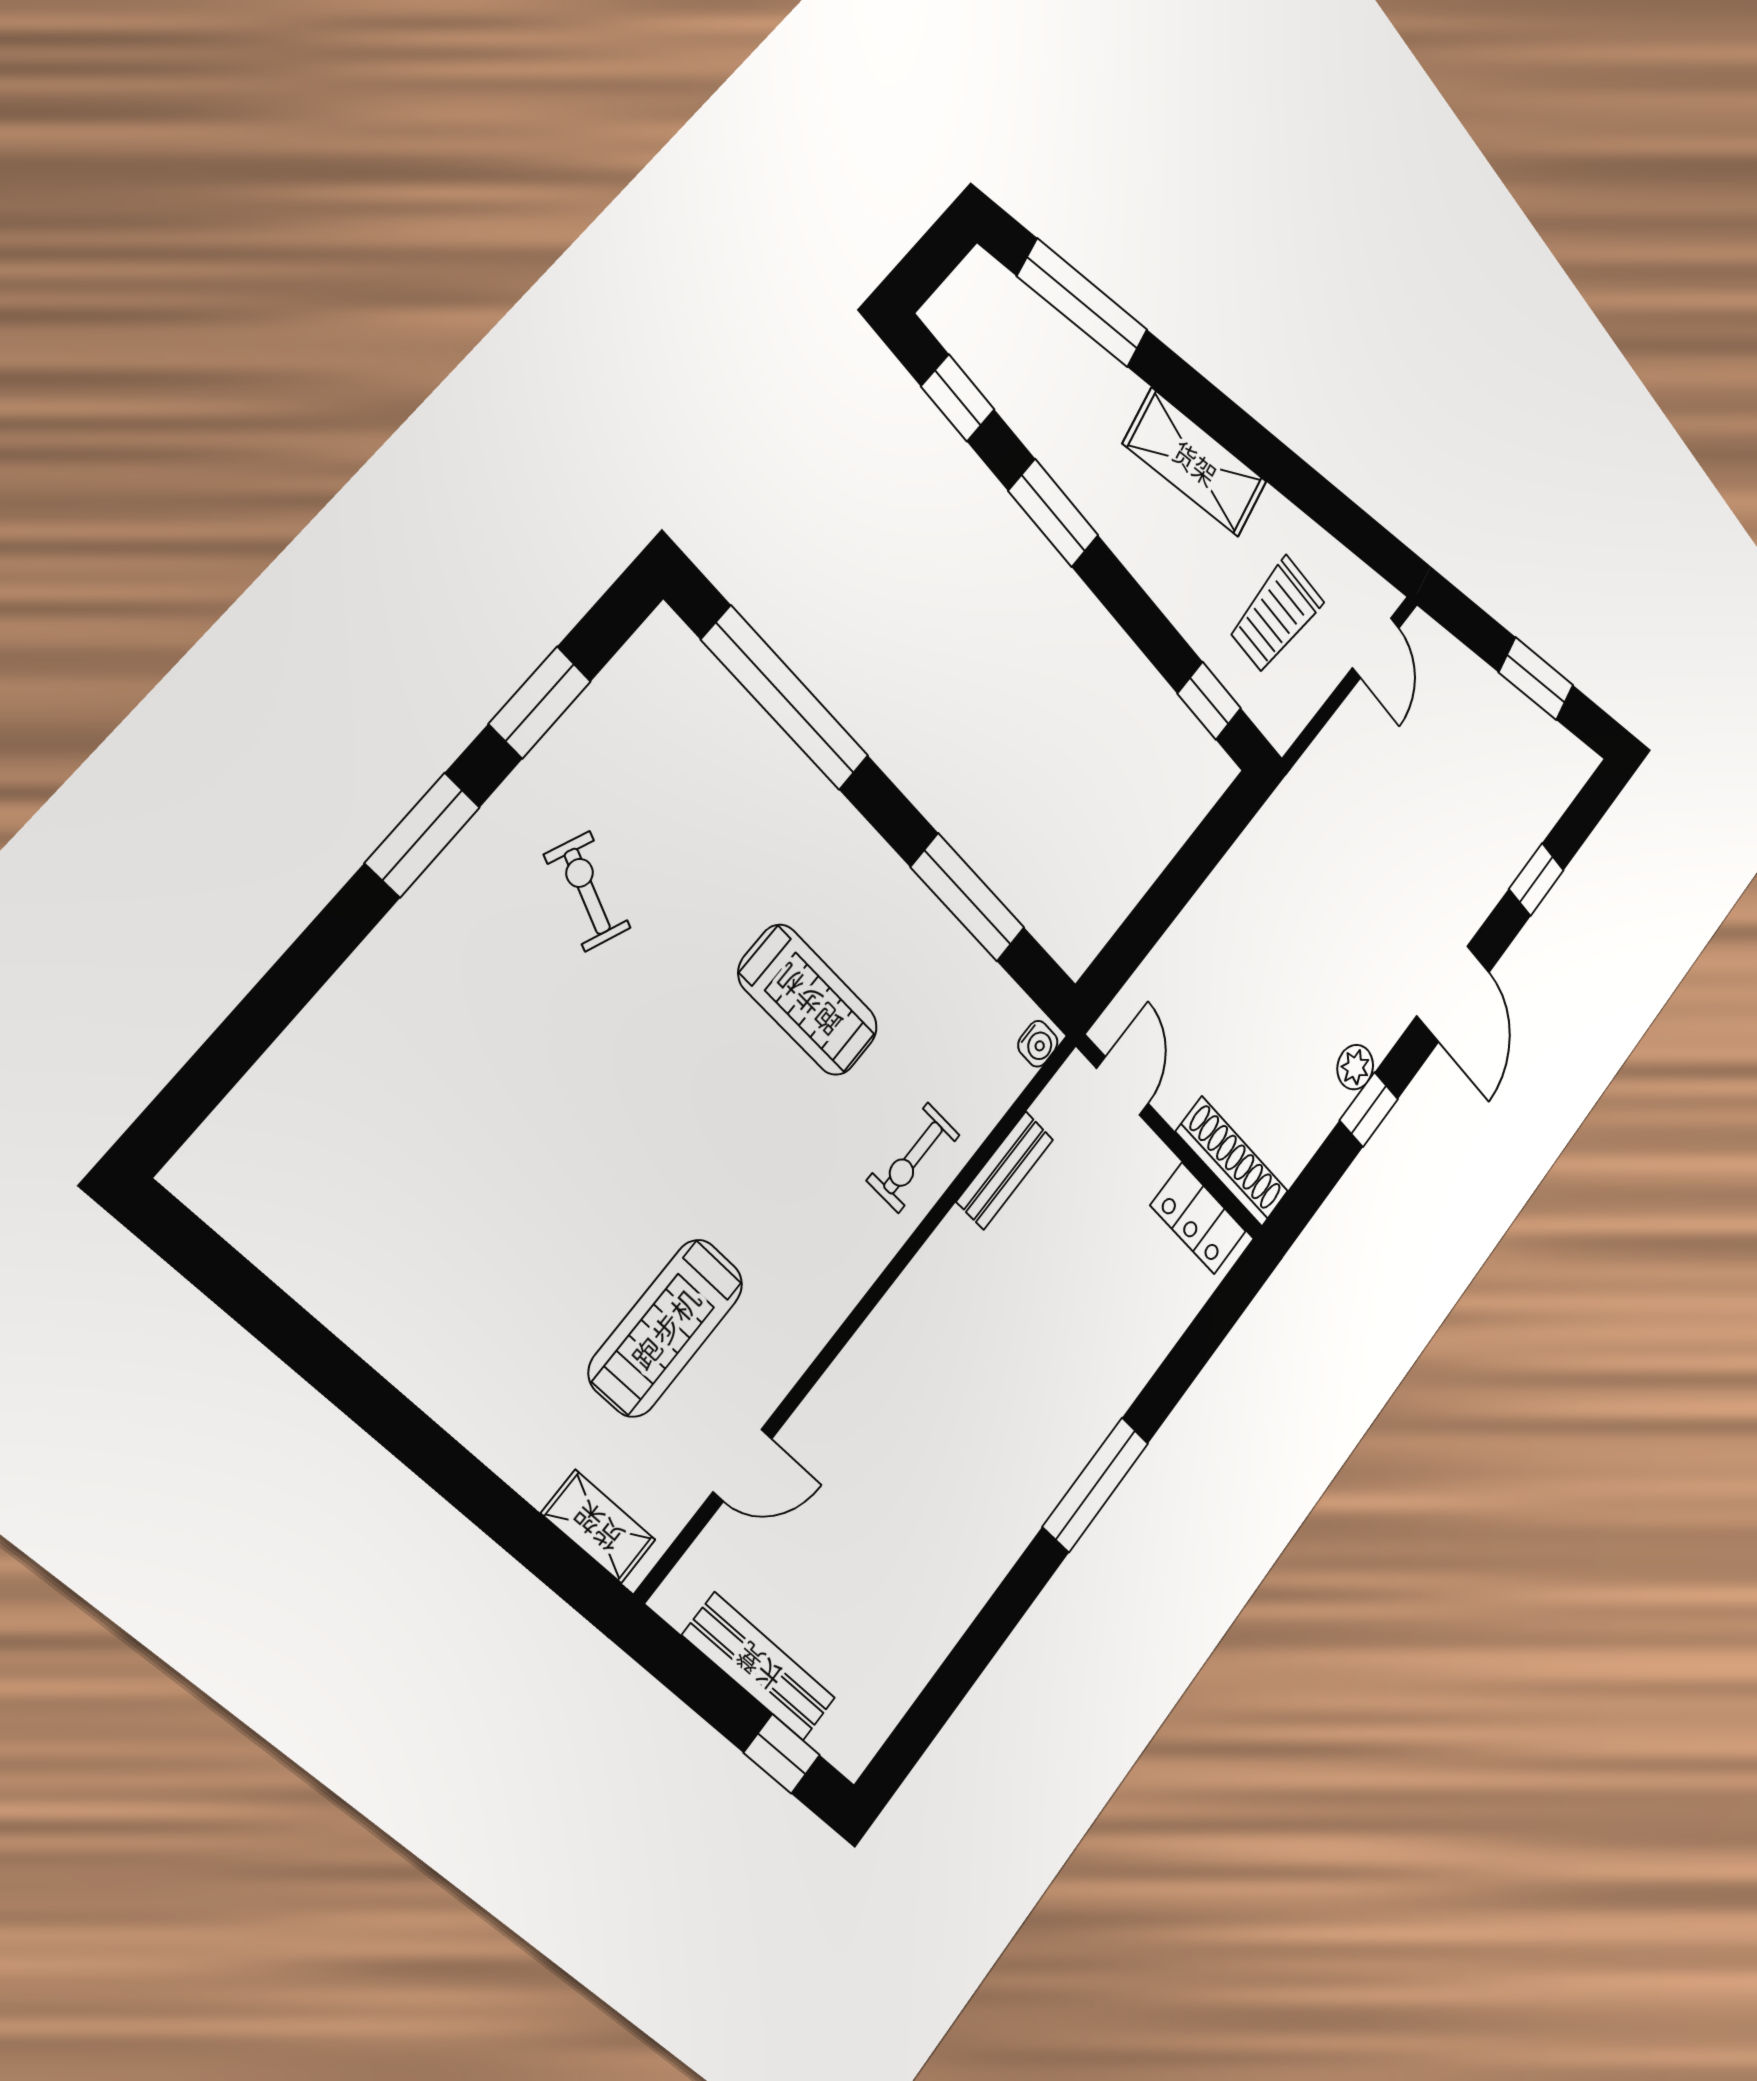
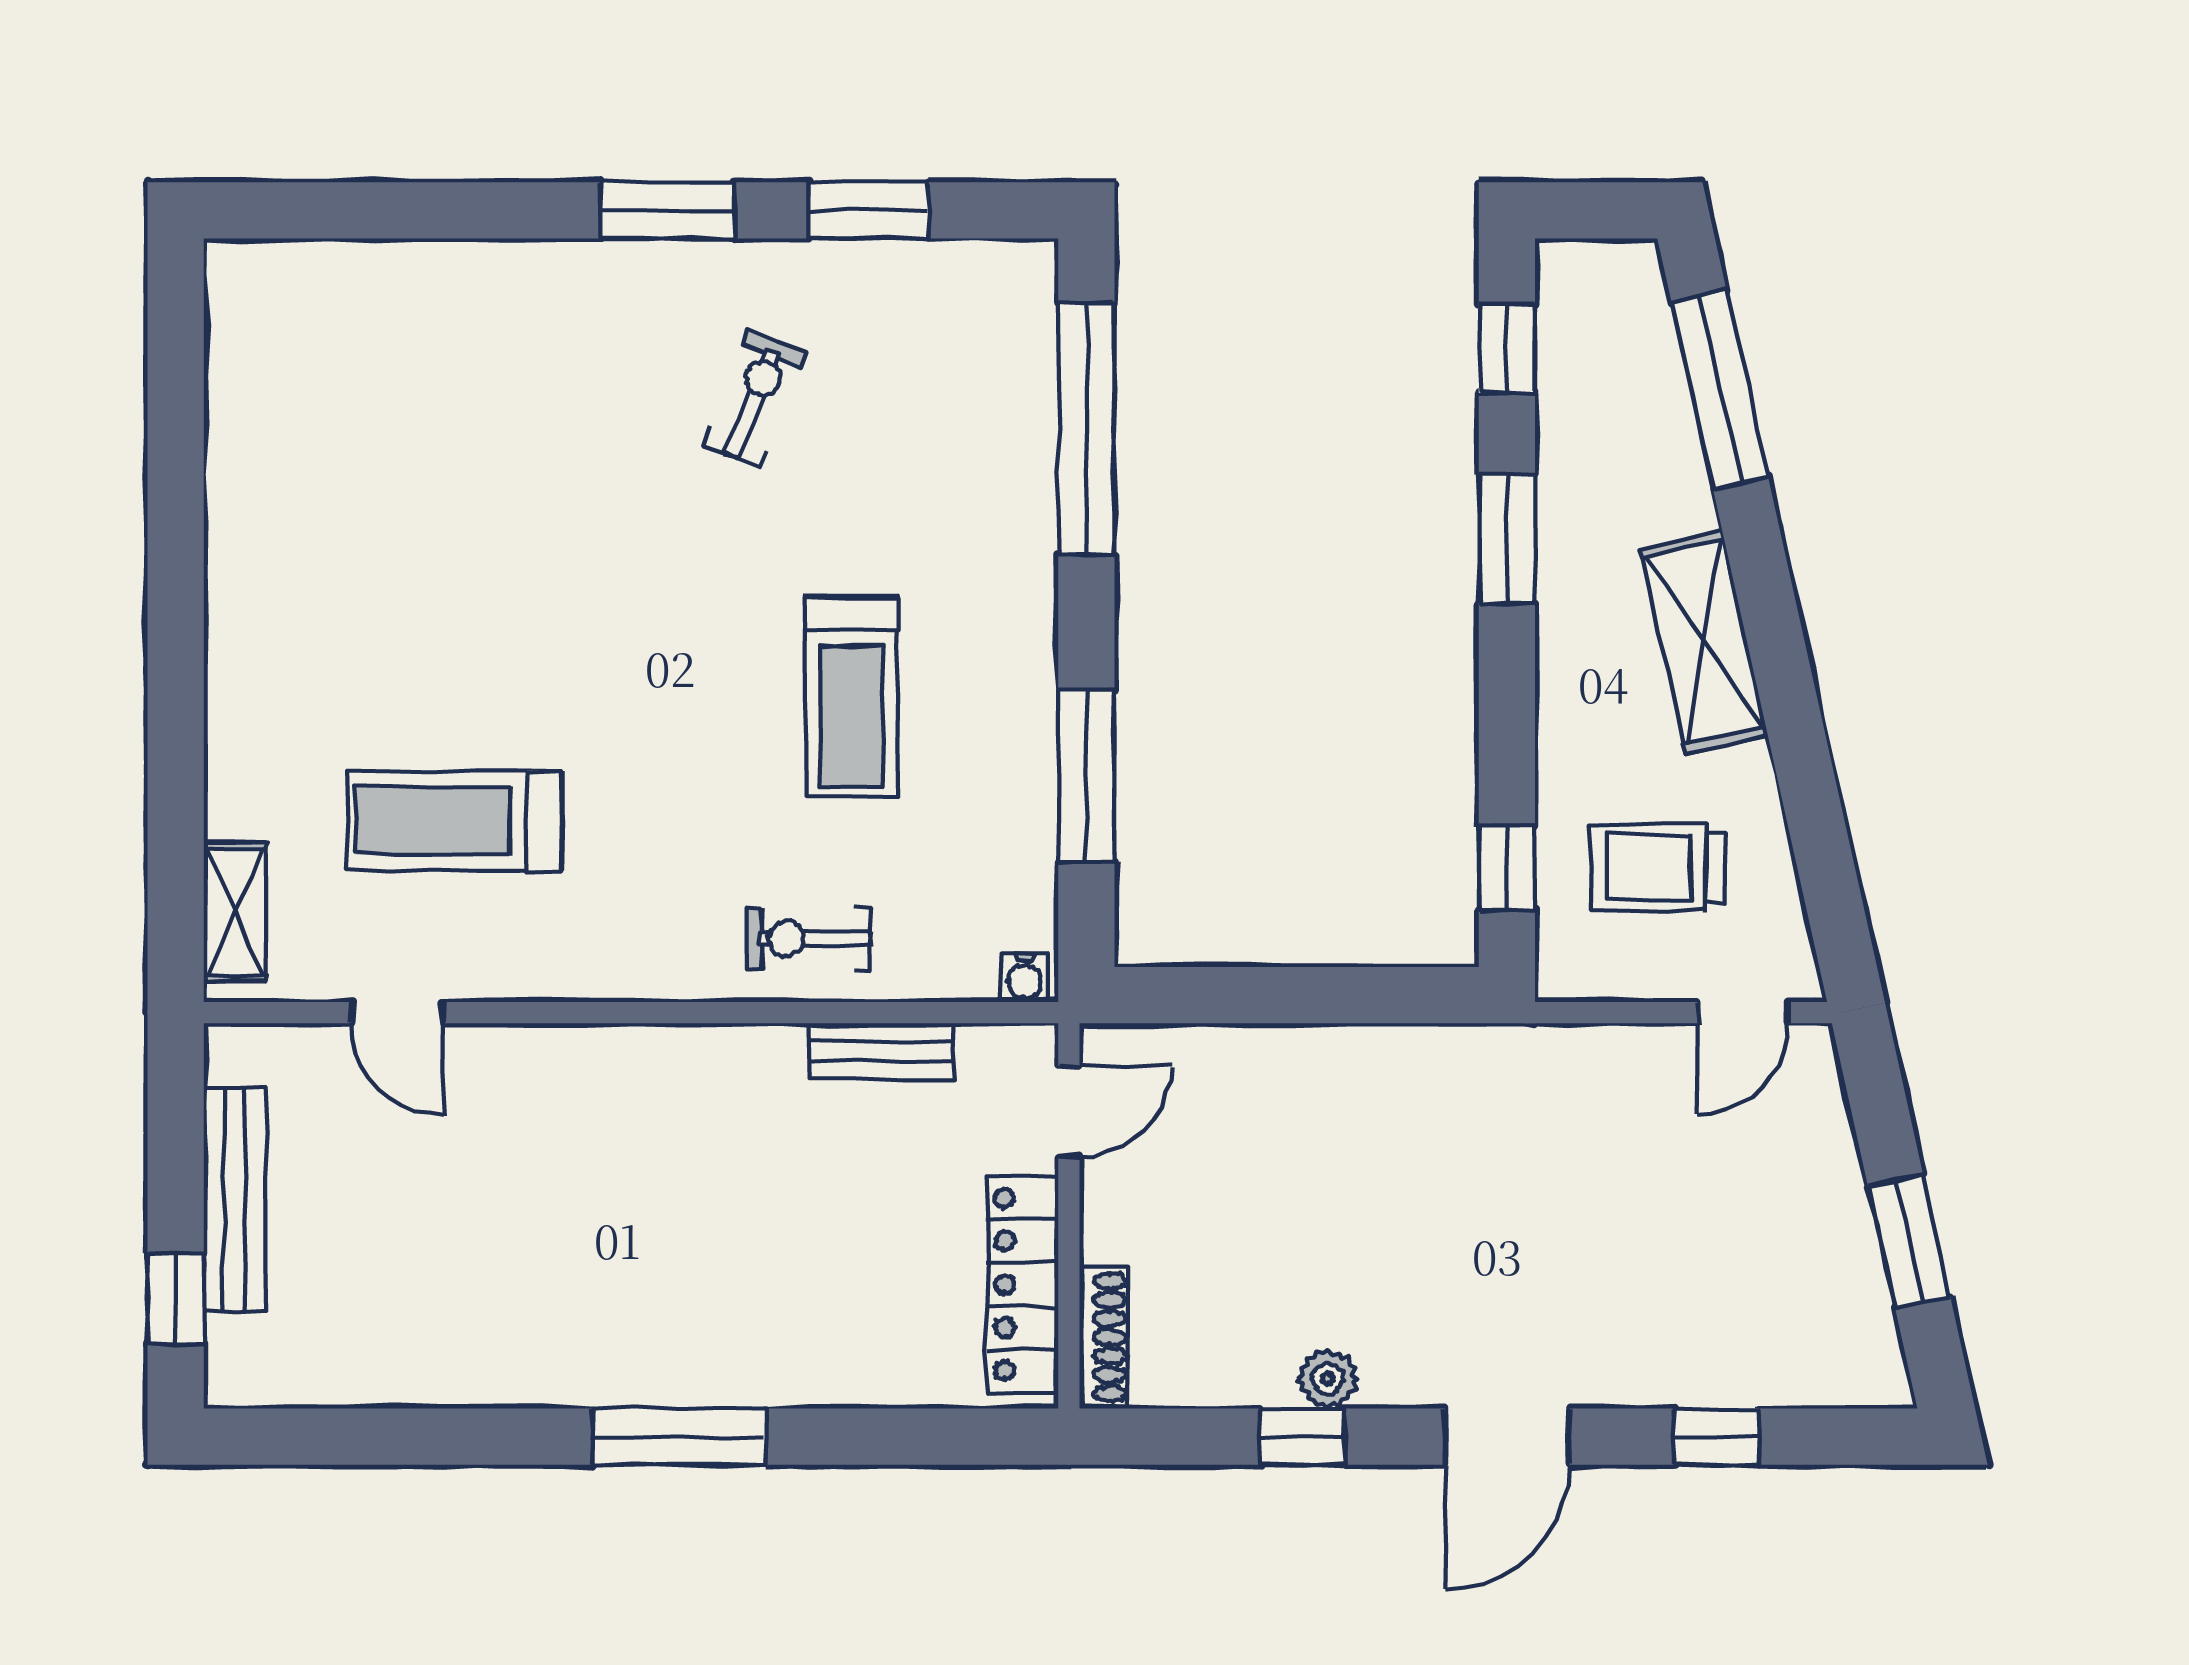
shoe rack: (1232, 1162) -> (1104, 1337), width x0.74, depth x0.81
locker: (1198, 1218) -> (1023, 1284), width x1.53

